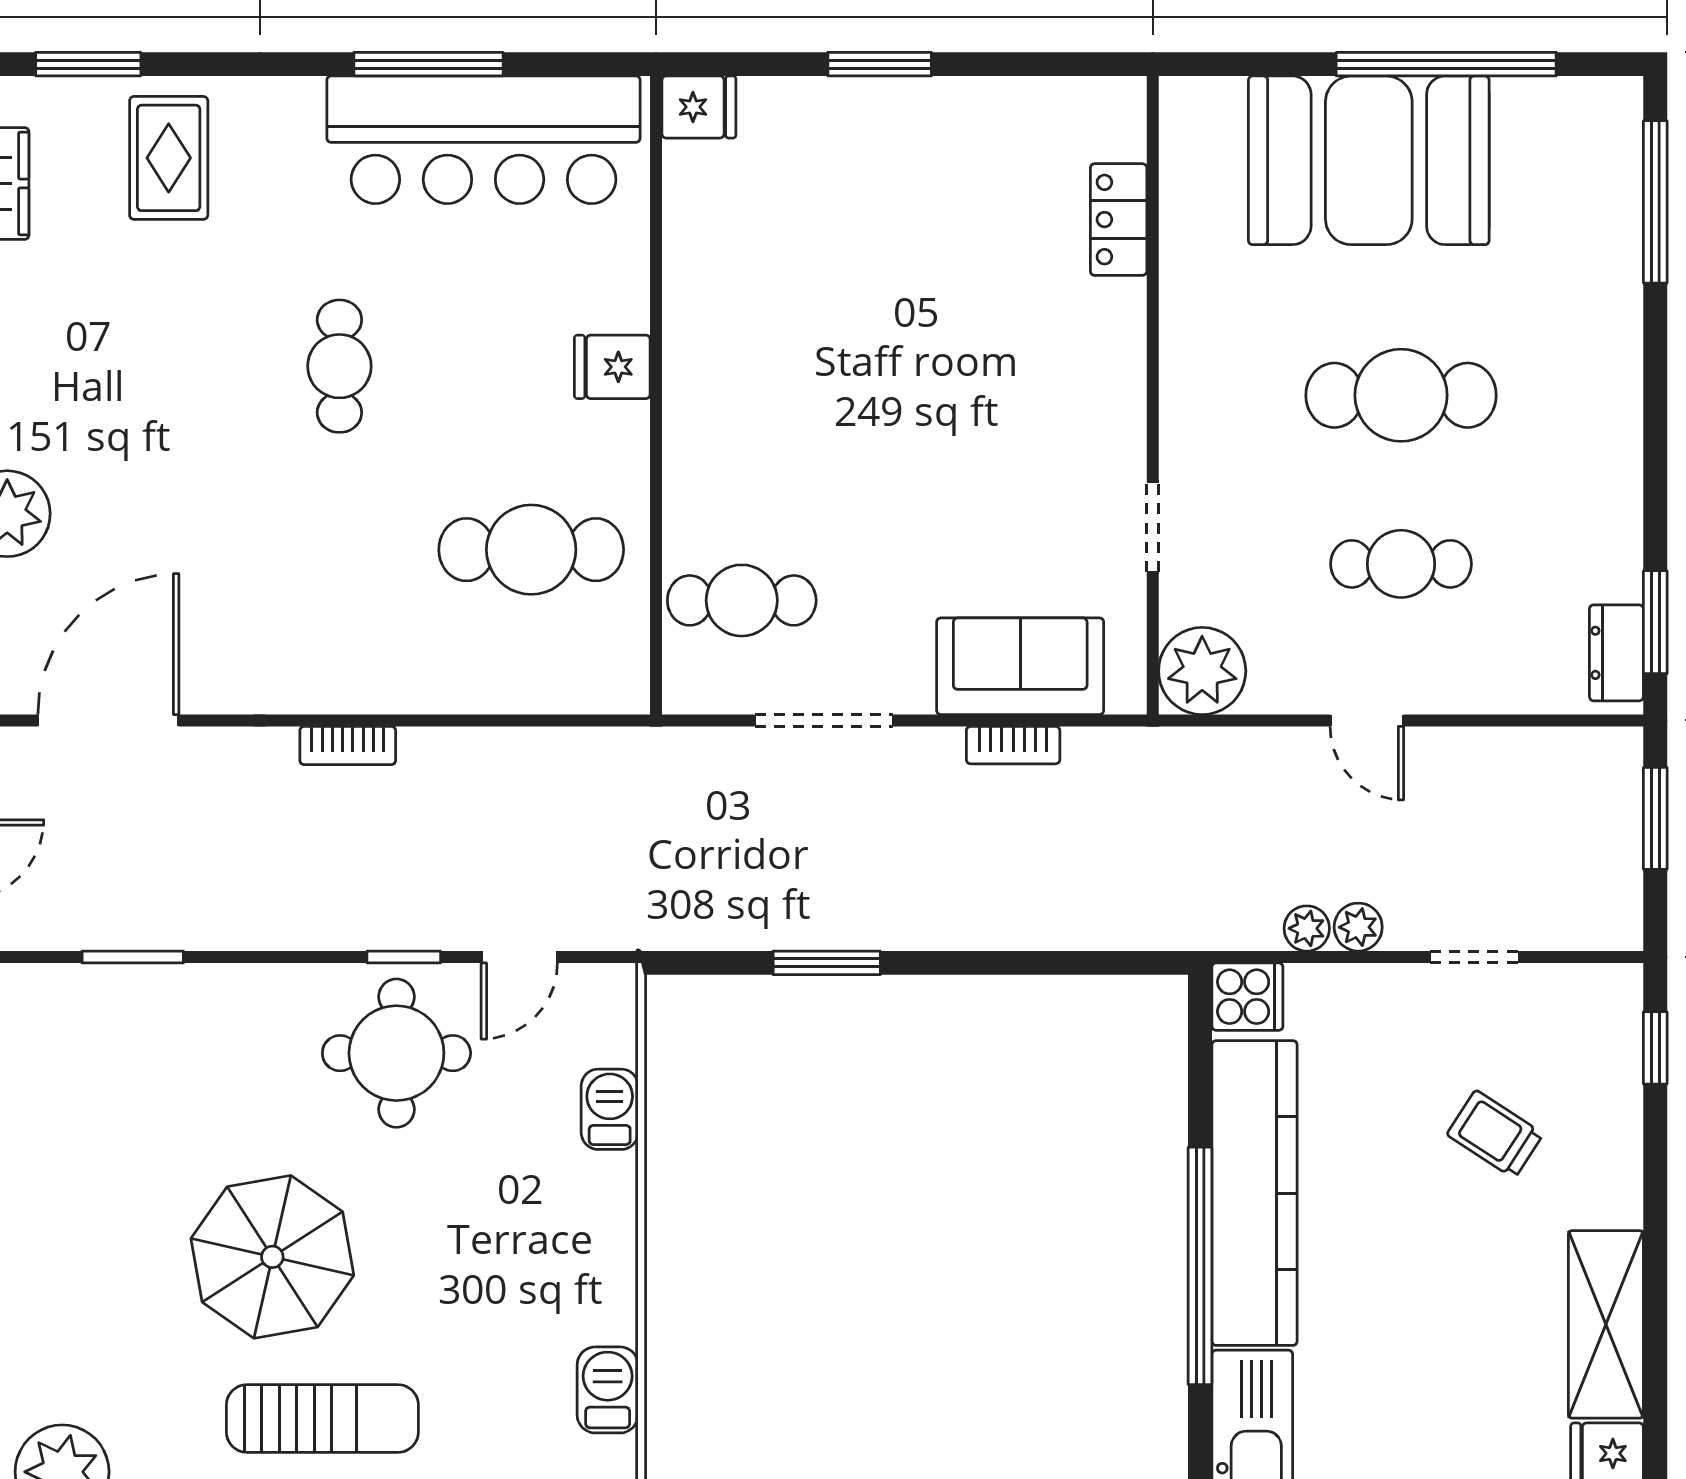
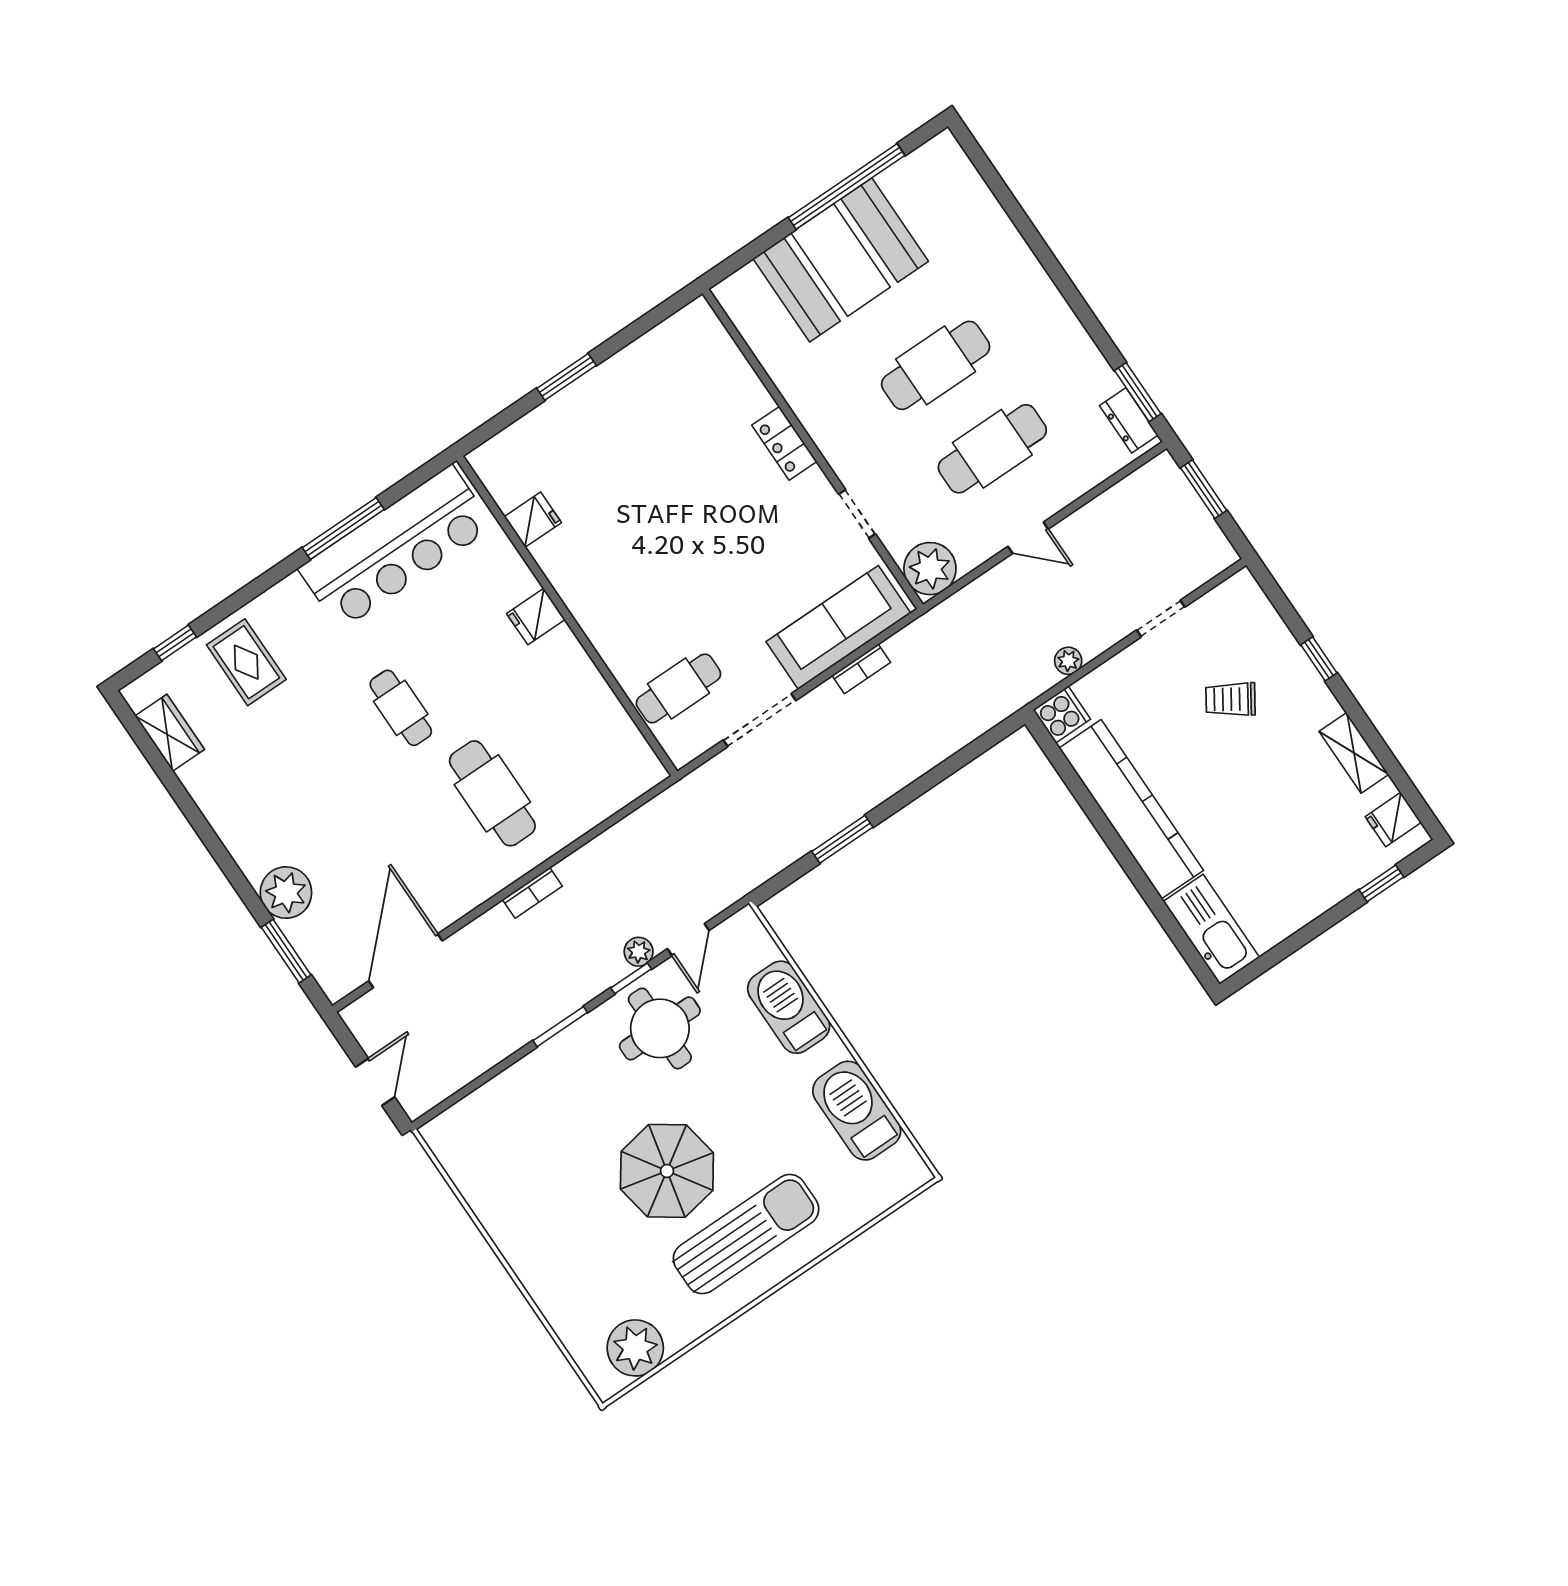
window: (88, 64) -> (175, 643), width x0.67
fridge: (699, 107) -> (533, 520), moved
window: (1655, 202) -> (996, 184), removed
locker: (1119, 220) -> (784, 443), moved
cafe table: (531, 550) -> (492, 793), moved, turned 90
cafe table: (1401, 564) -> (992, 449), width x1.37, depth x1.35
sofa: (1020, 666) -> (838, 627), width x1.36
plant: (1358, 927) -> (639, 952), moved
window: (133, 957) -> (560, 1027), moved
window: (1655, 1048) -> (1319, 659), moved
barbecue: (610, 1109) -> (789, 1007), width x1.88, depth x1.53
window: (1200, 1266) -> (1129, 864), removed
shelving: (1606, 1324) -> (1354, 753), width x0.67, depth x0.75
barbecue: (608, 1390) -> (857, 1111), width x1.88, depth x1.53
sun lounger: (322, 1418) -> (746, 1234), width x1.36, depth x1.34

